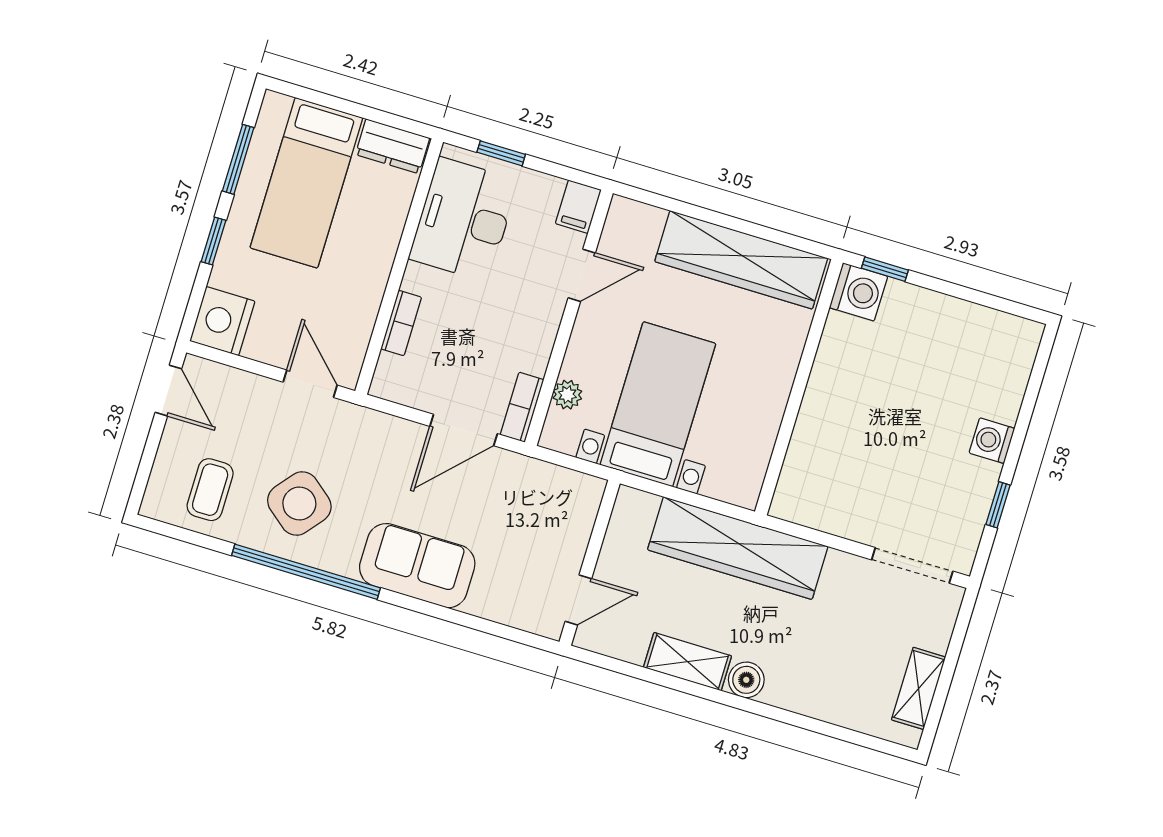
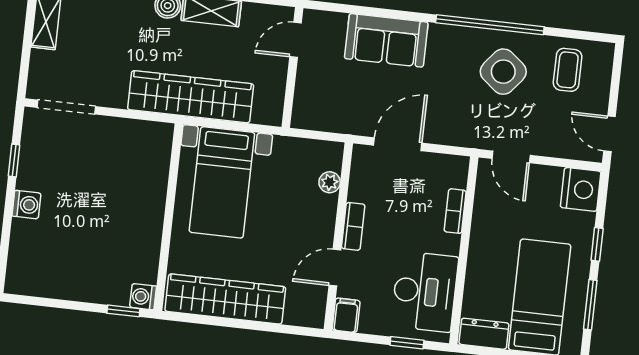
washing machine: (858, 292) -> (143, 297), width x0.73, depth x0.73
bed with nightstands: (658, 404) -> (222, 182), moved
bookcase: (522, 407) -> (353, 226), moved
sofa: (417, 566) -> (386, 40), moved

